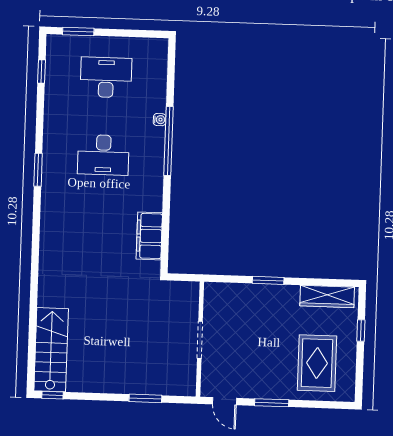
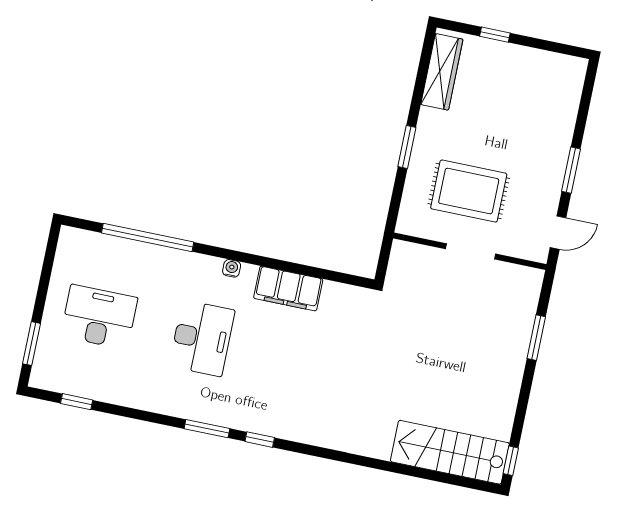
desk: (106, 77) -> (99, 317), turned 90
water cooler: (160, 120) -> (232, 268), moved
window: (169, 141) -> (148, 238), moved
window: (37, 210) -> (260, 440), added
filing cabinet: (149, 236) -> (288, 289), moved
rug: (317, 363) -> (469, 191), moved

